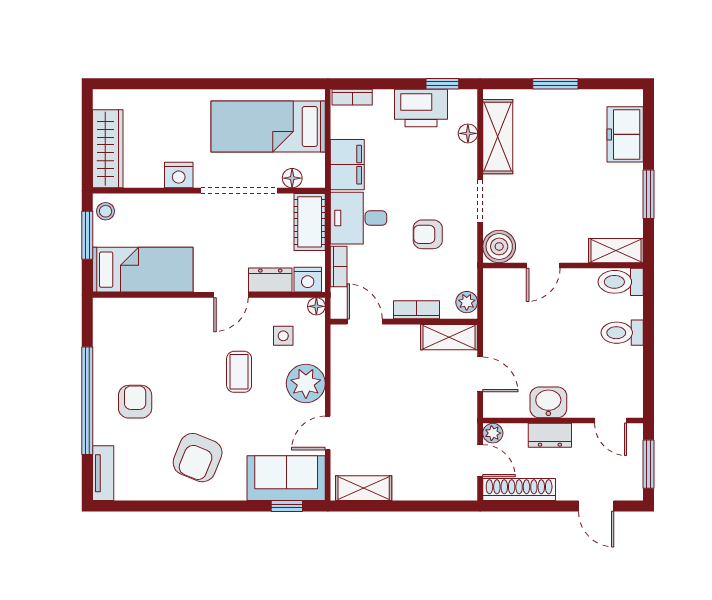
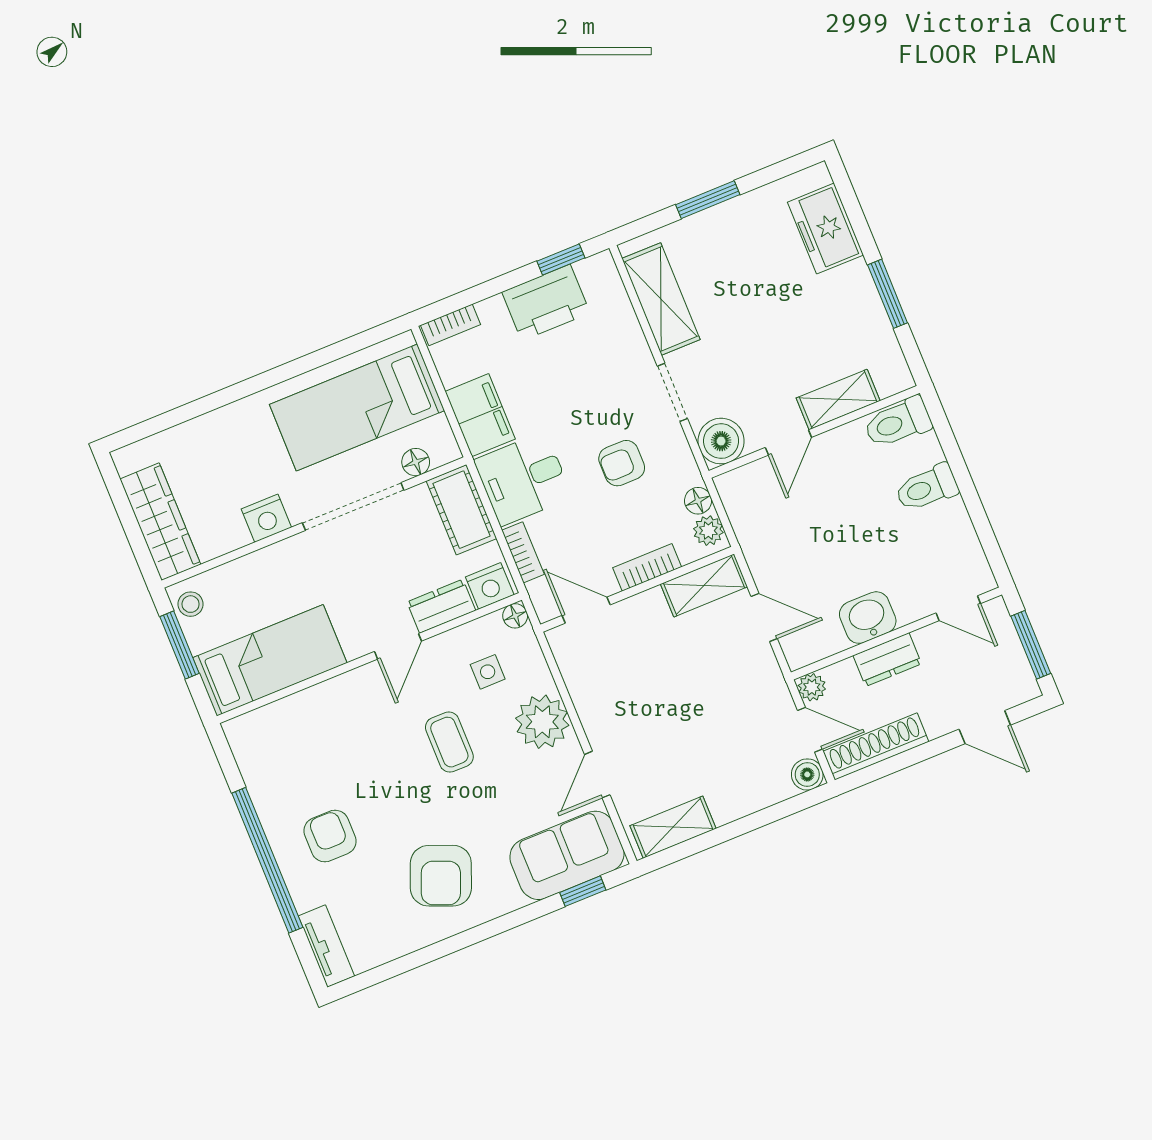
floor lamp: (468, 133) -> (698, 501), moved
shelving: (616, 251) -> (838, 399), moved
boiler: (466, 489) -> (807, 774), added

